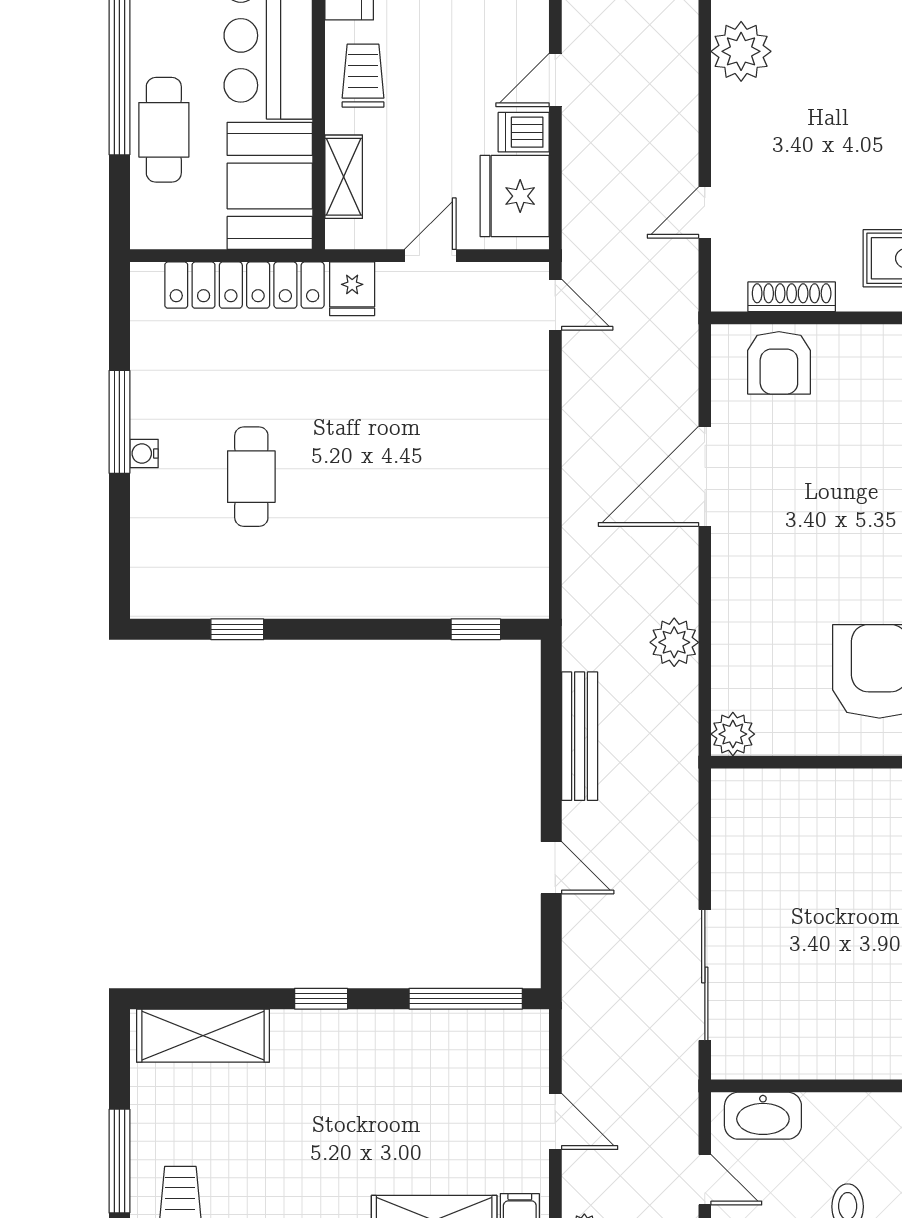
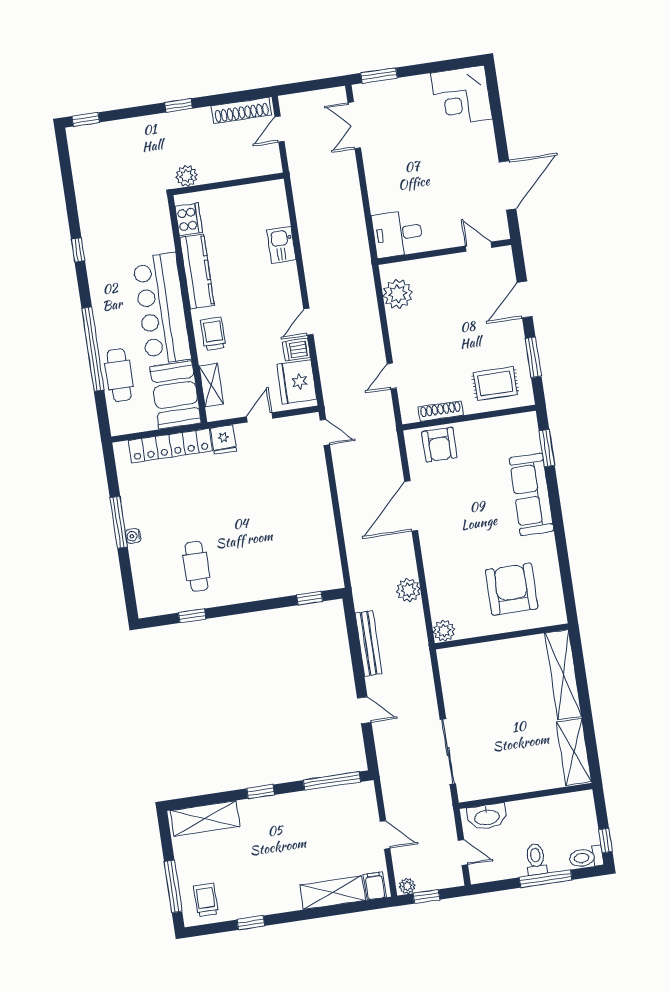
cafe table: (251, 477) -> (196, 566), moved

